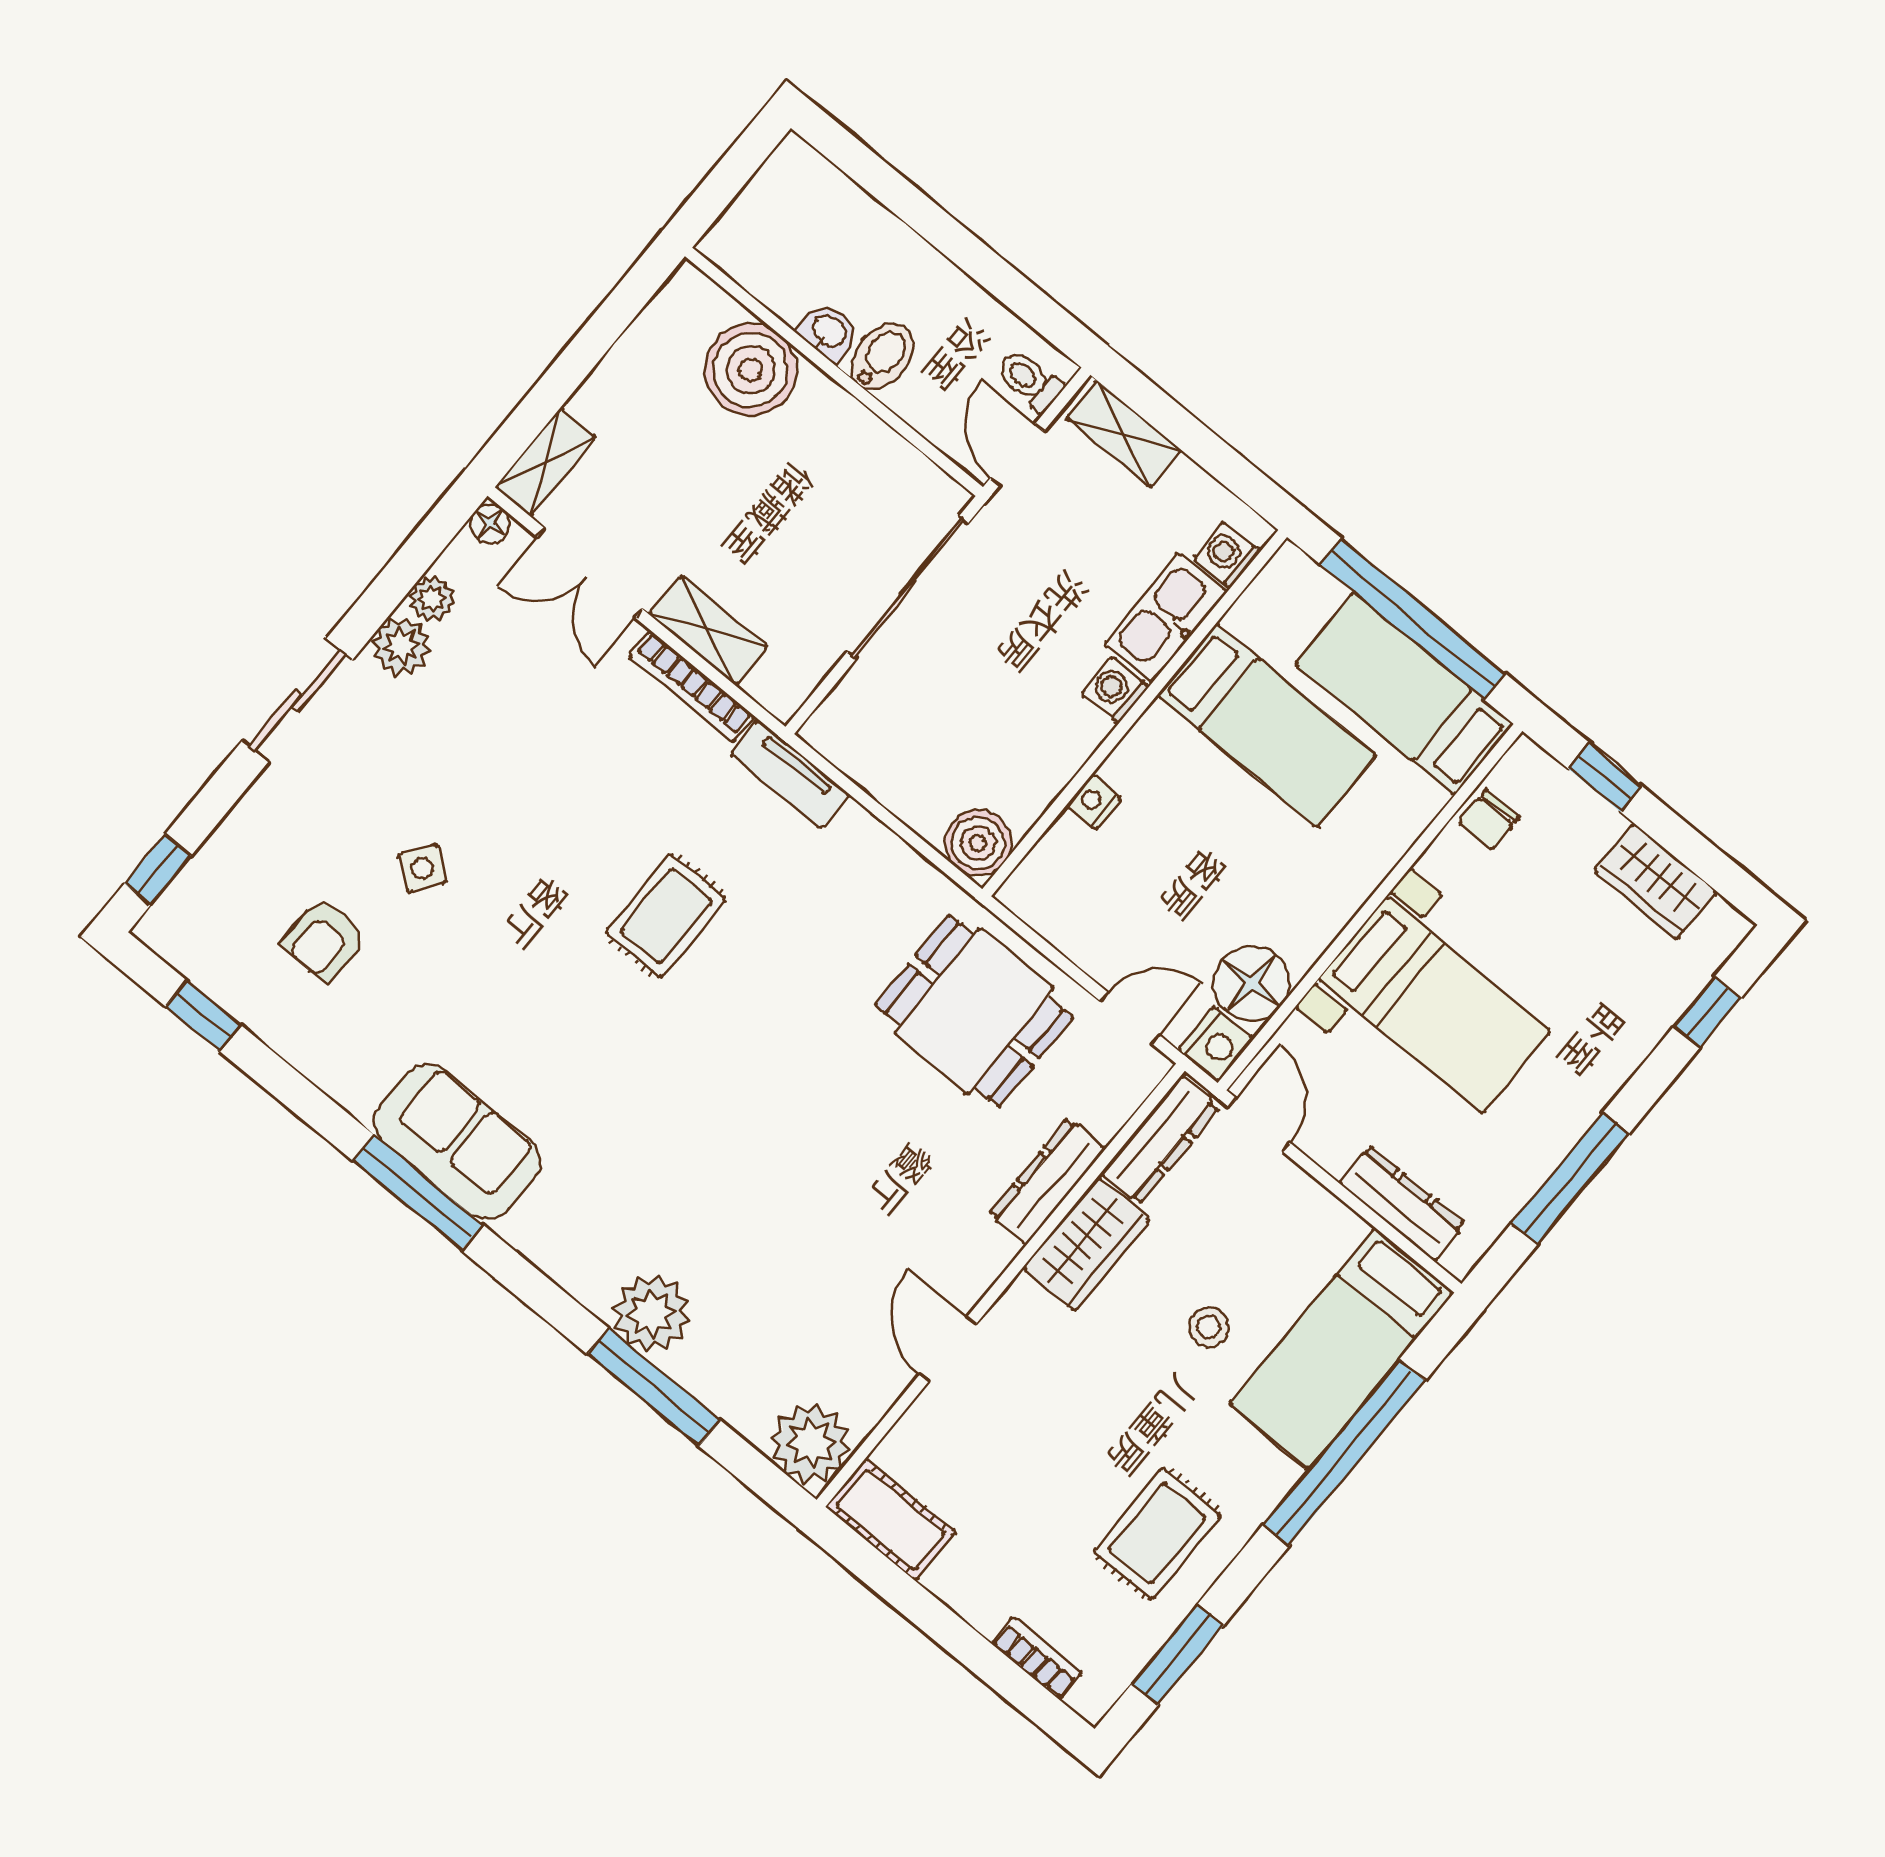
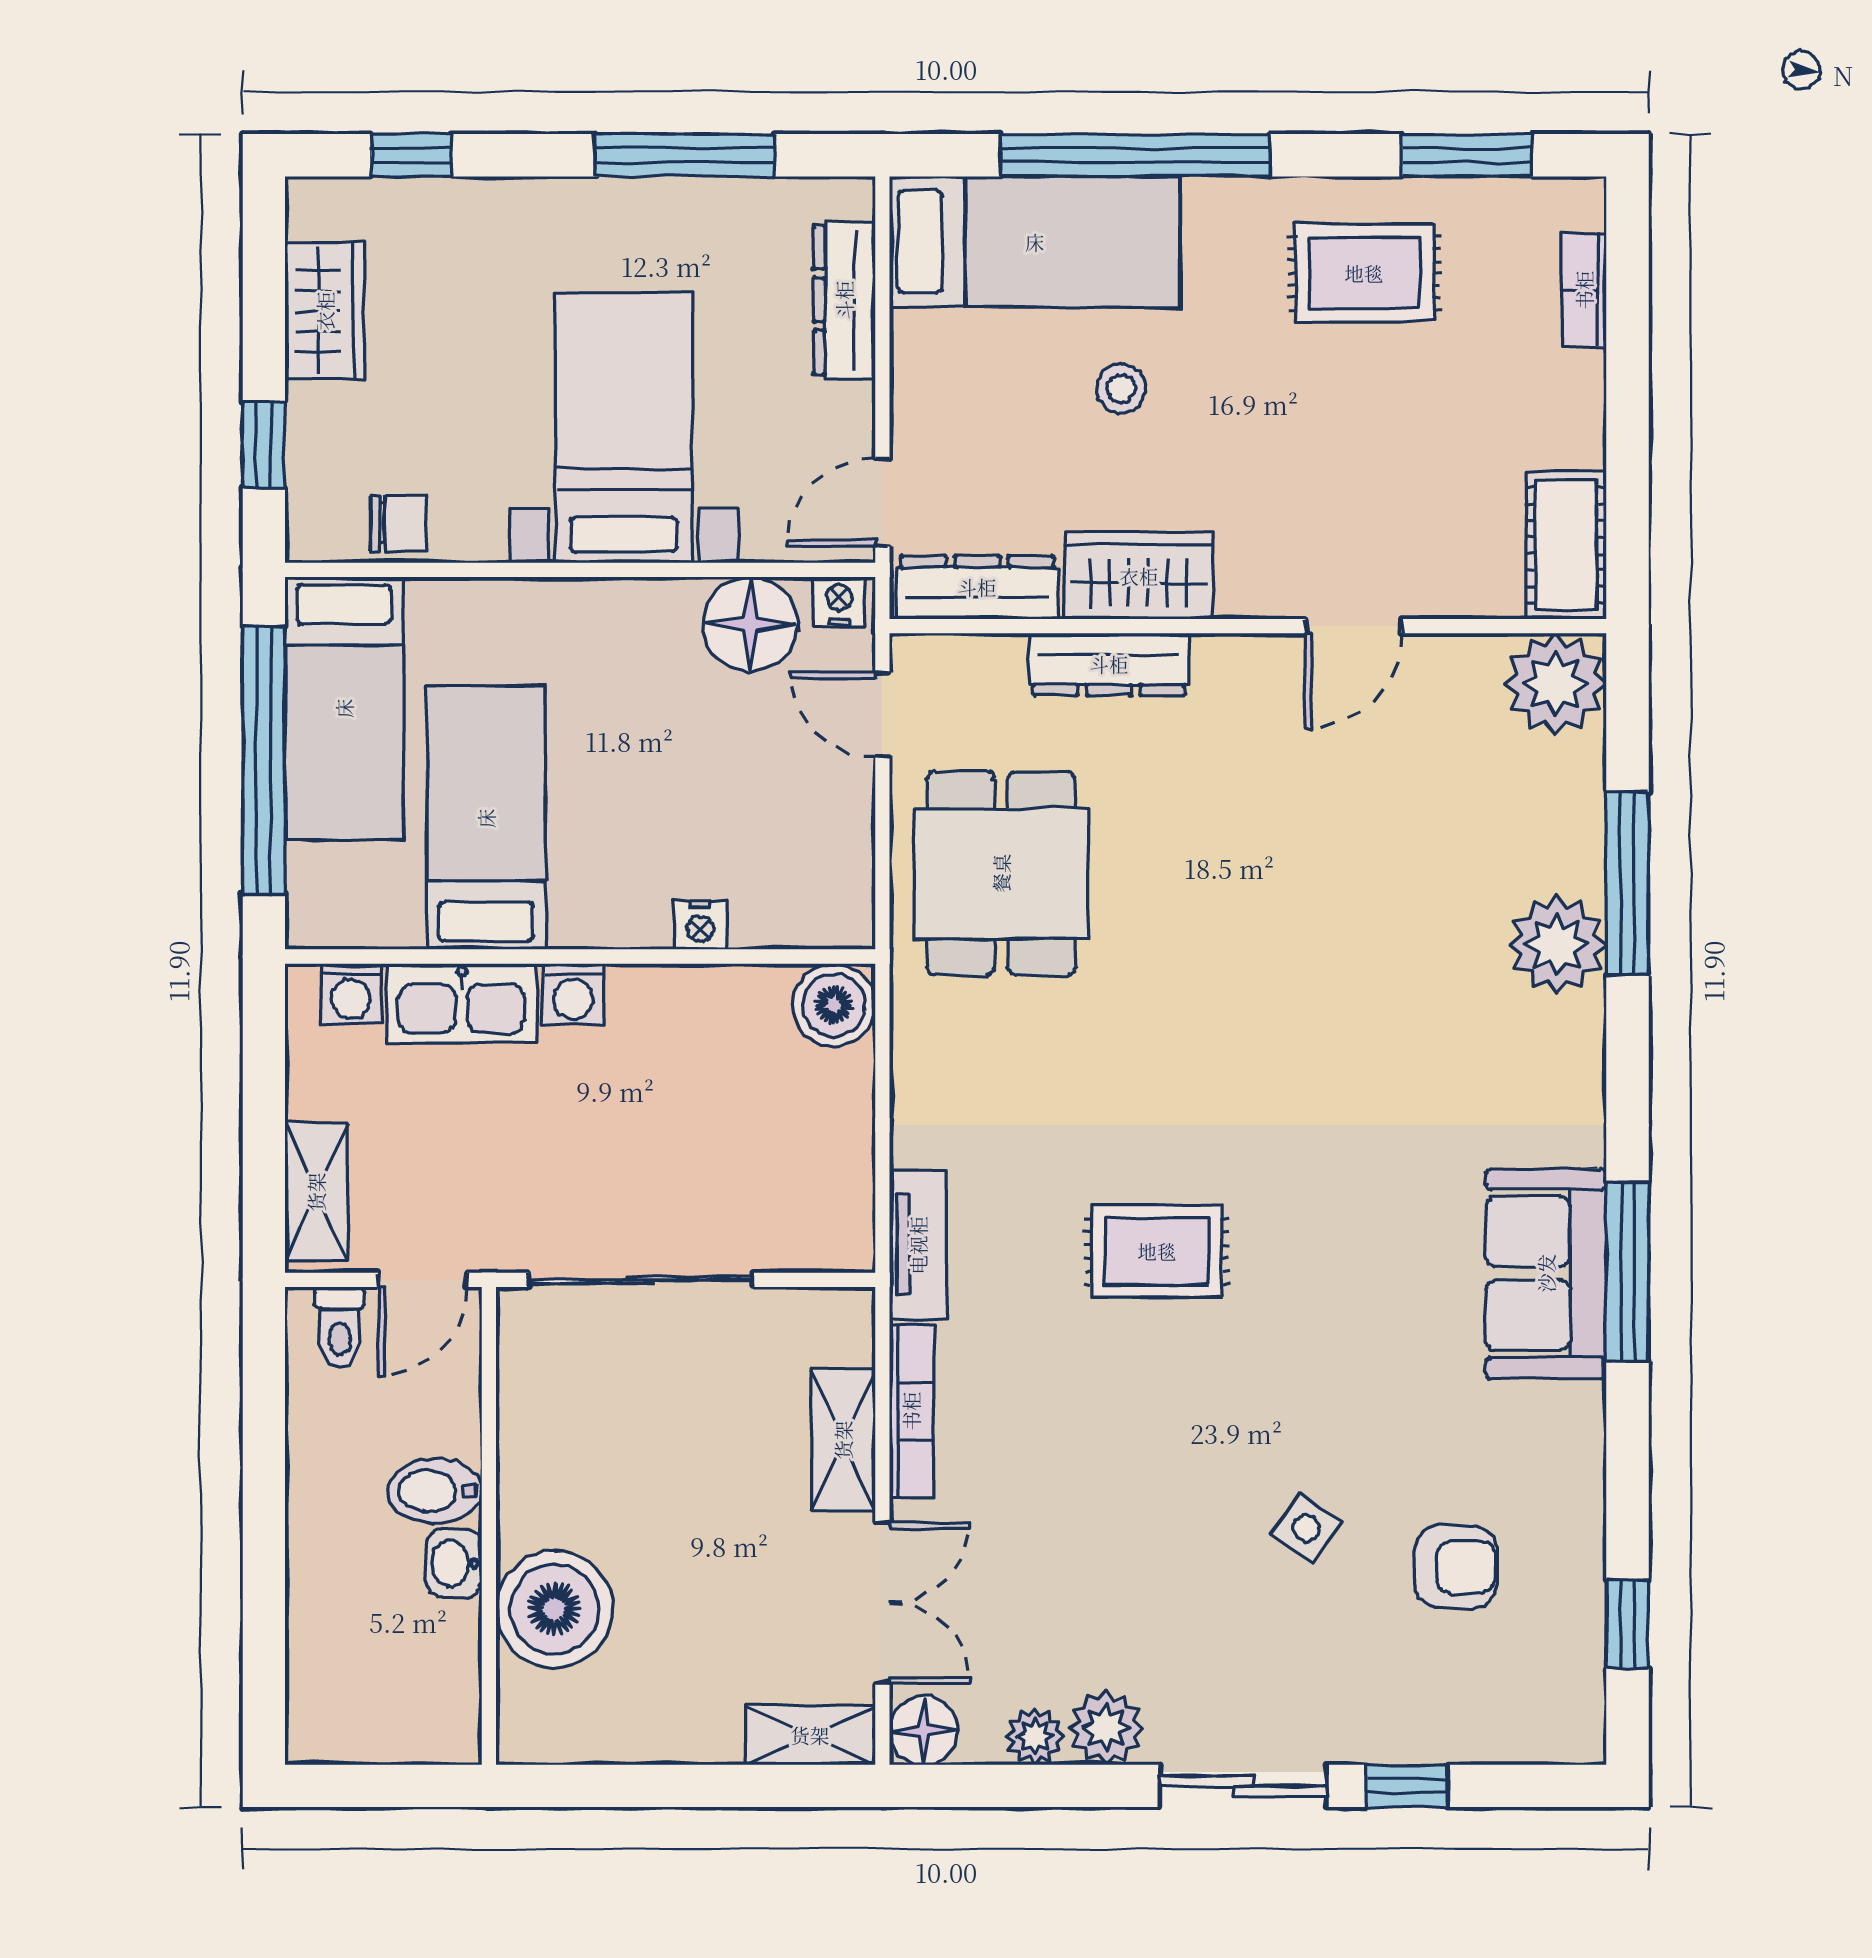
floor lamp: (490, 523) -> (924, 1730), width x1.37, depth x1.37
window: (158, 870) -> (1407, 1786), moved
nightstand: (1216, 1045) -> (839, 601), width x0.72, depth x0.74

